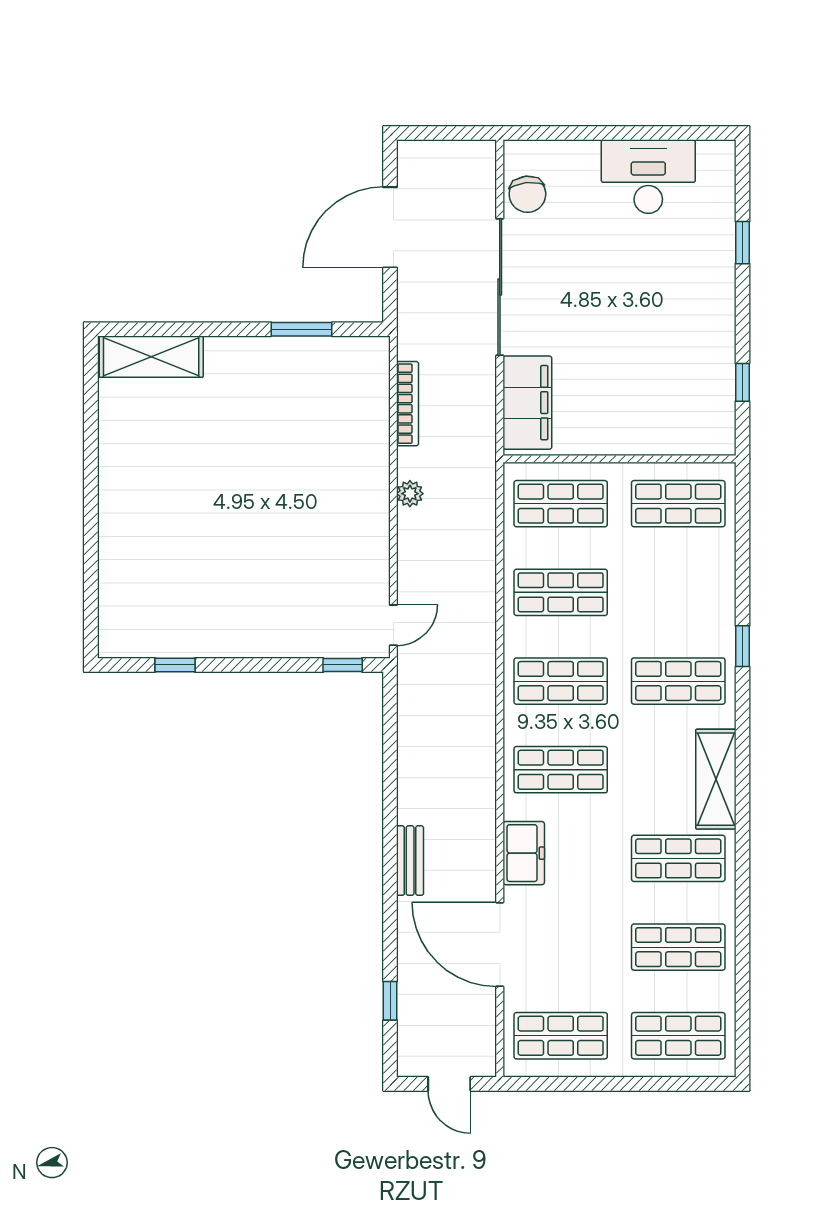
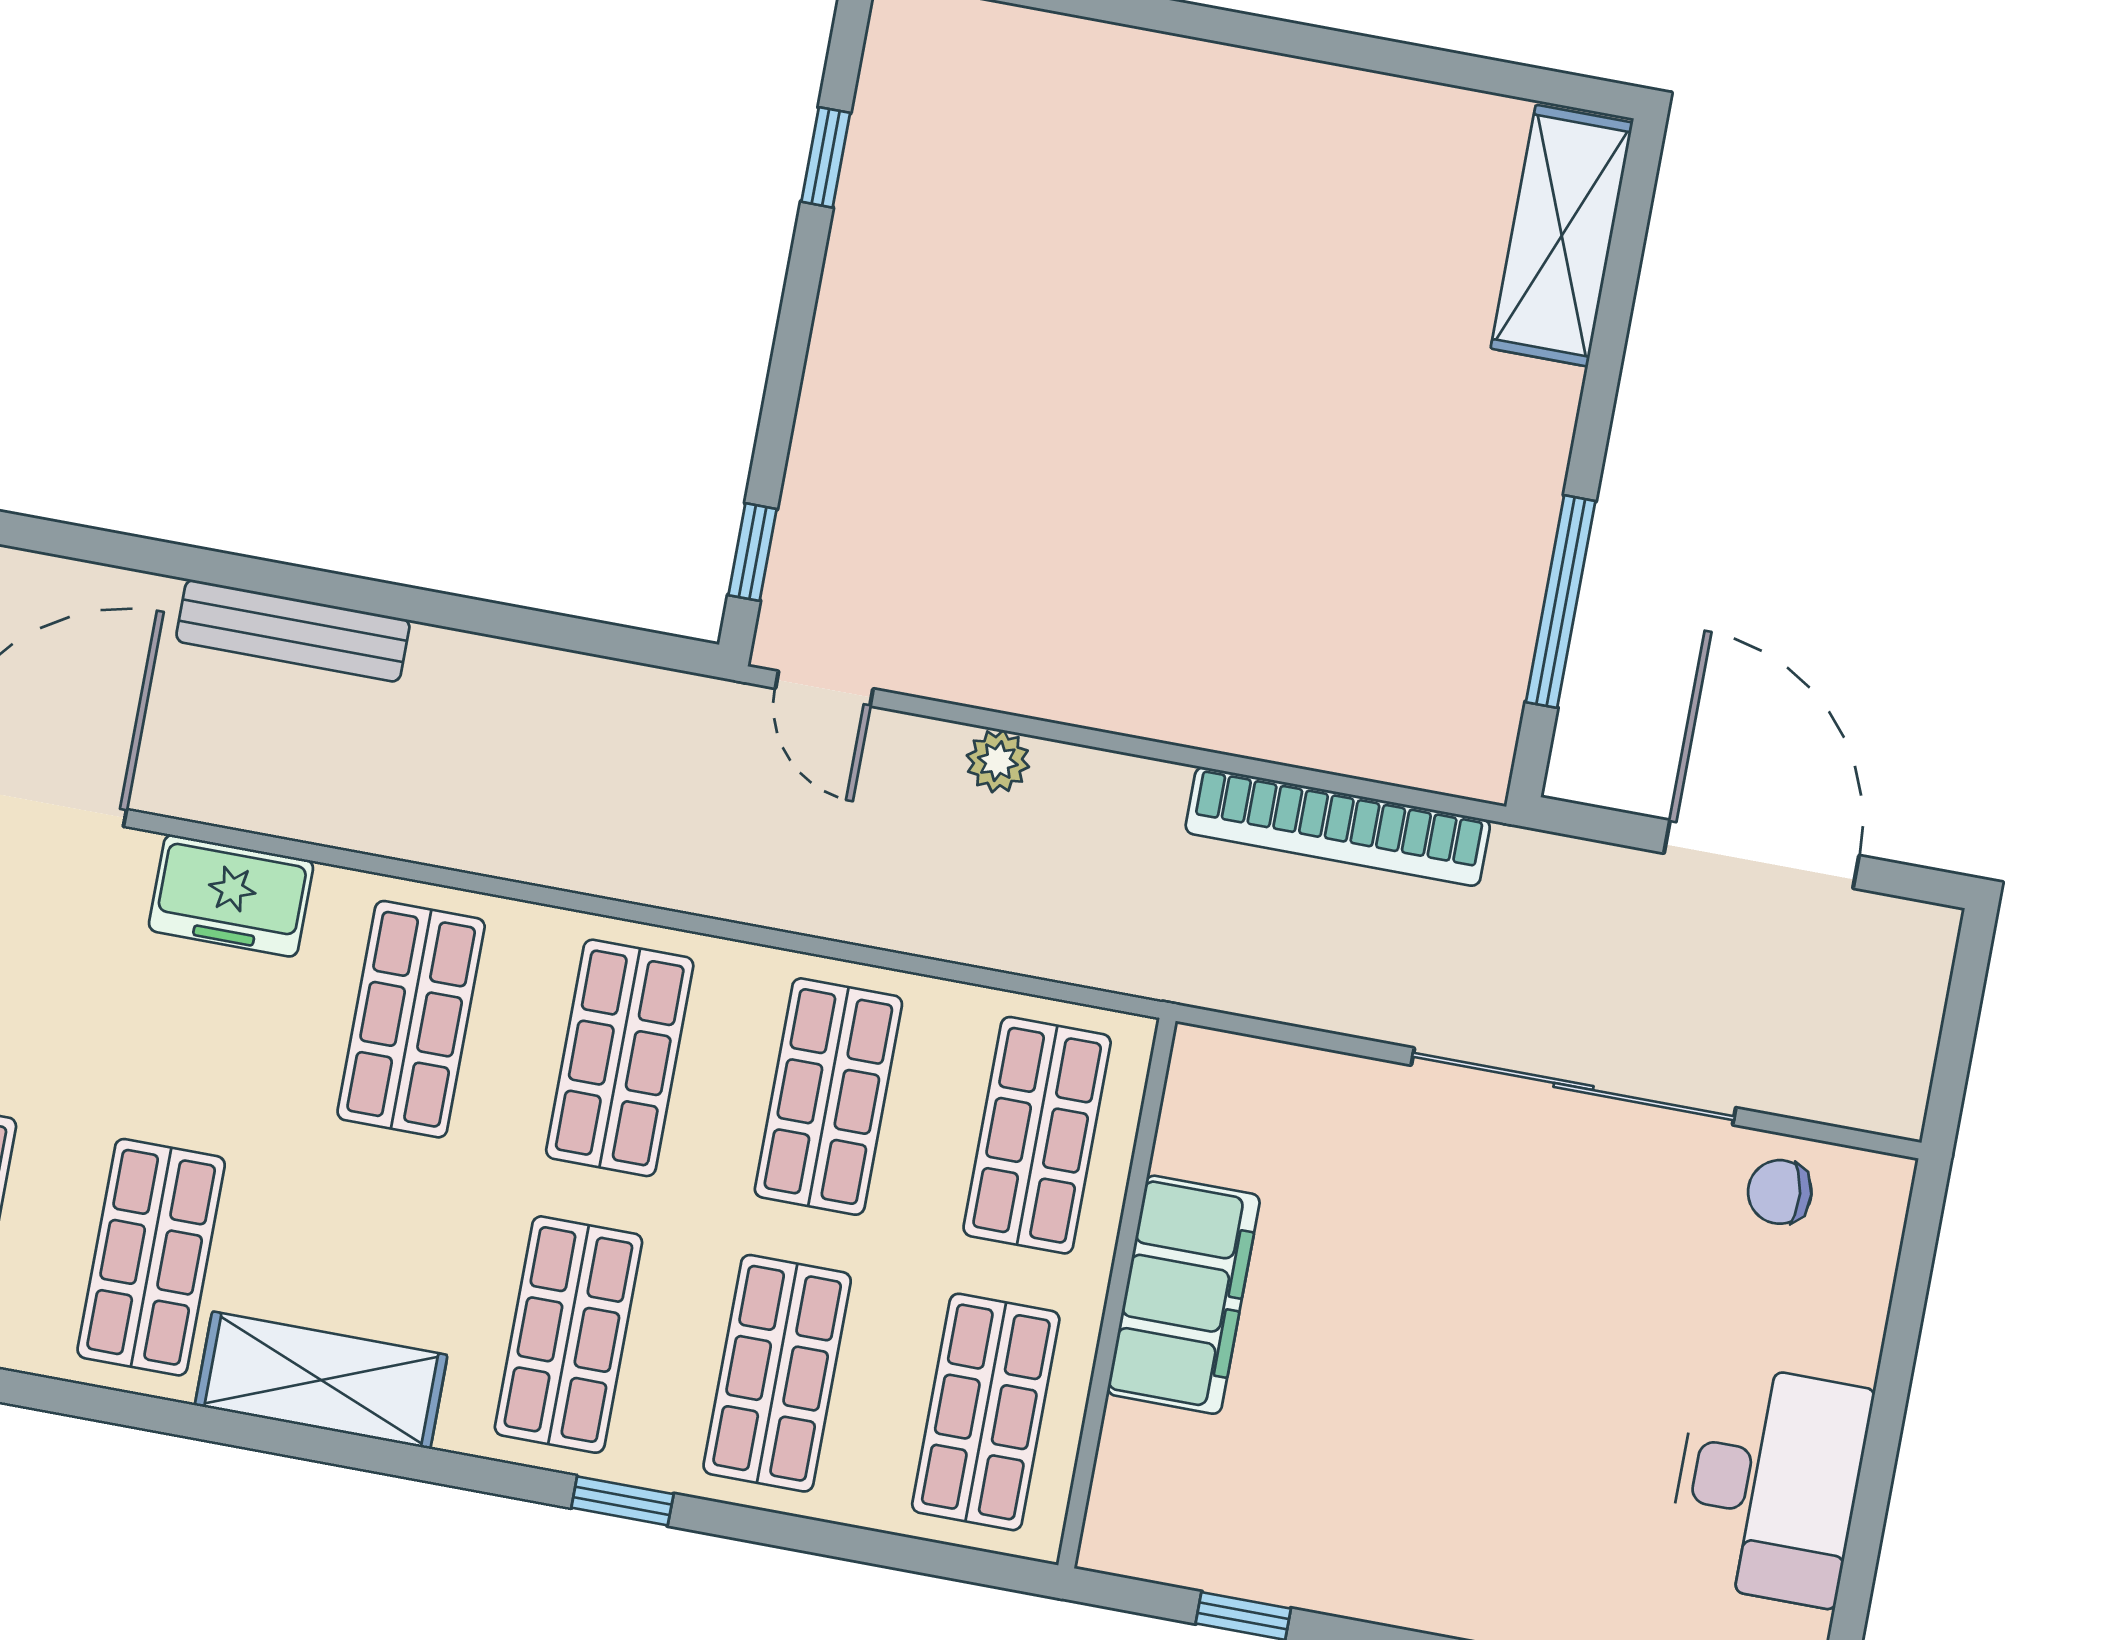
chair: (527, 194) -> (1780, 1192), width x0.73, depth x0.73
window: (302, 329) -> (1561, 602), width x1.44
filing cabinet: (527, 403) -> (1184, 1295), moved, turned -90
bookcase: (408, 404) -> (1338, 826), width x1.48, depth x1.31
plant: (410, 494) -> (998, 761), moved
shop shelf: (678, 592) -> (777, 1373), added
bench: (410, 861) -> (293, 631), width x1.36

